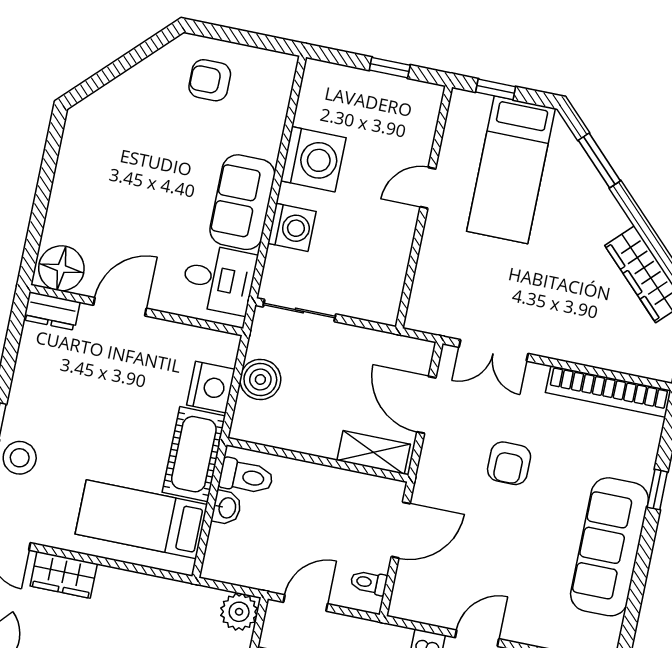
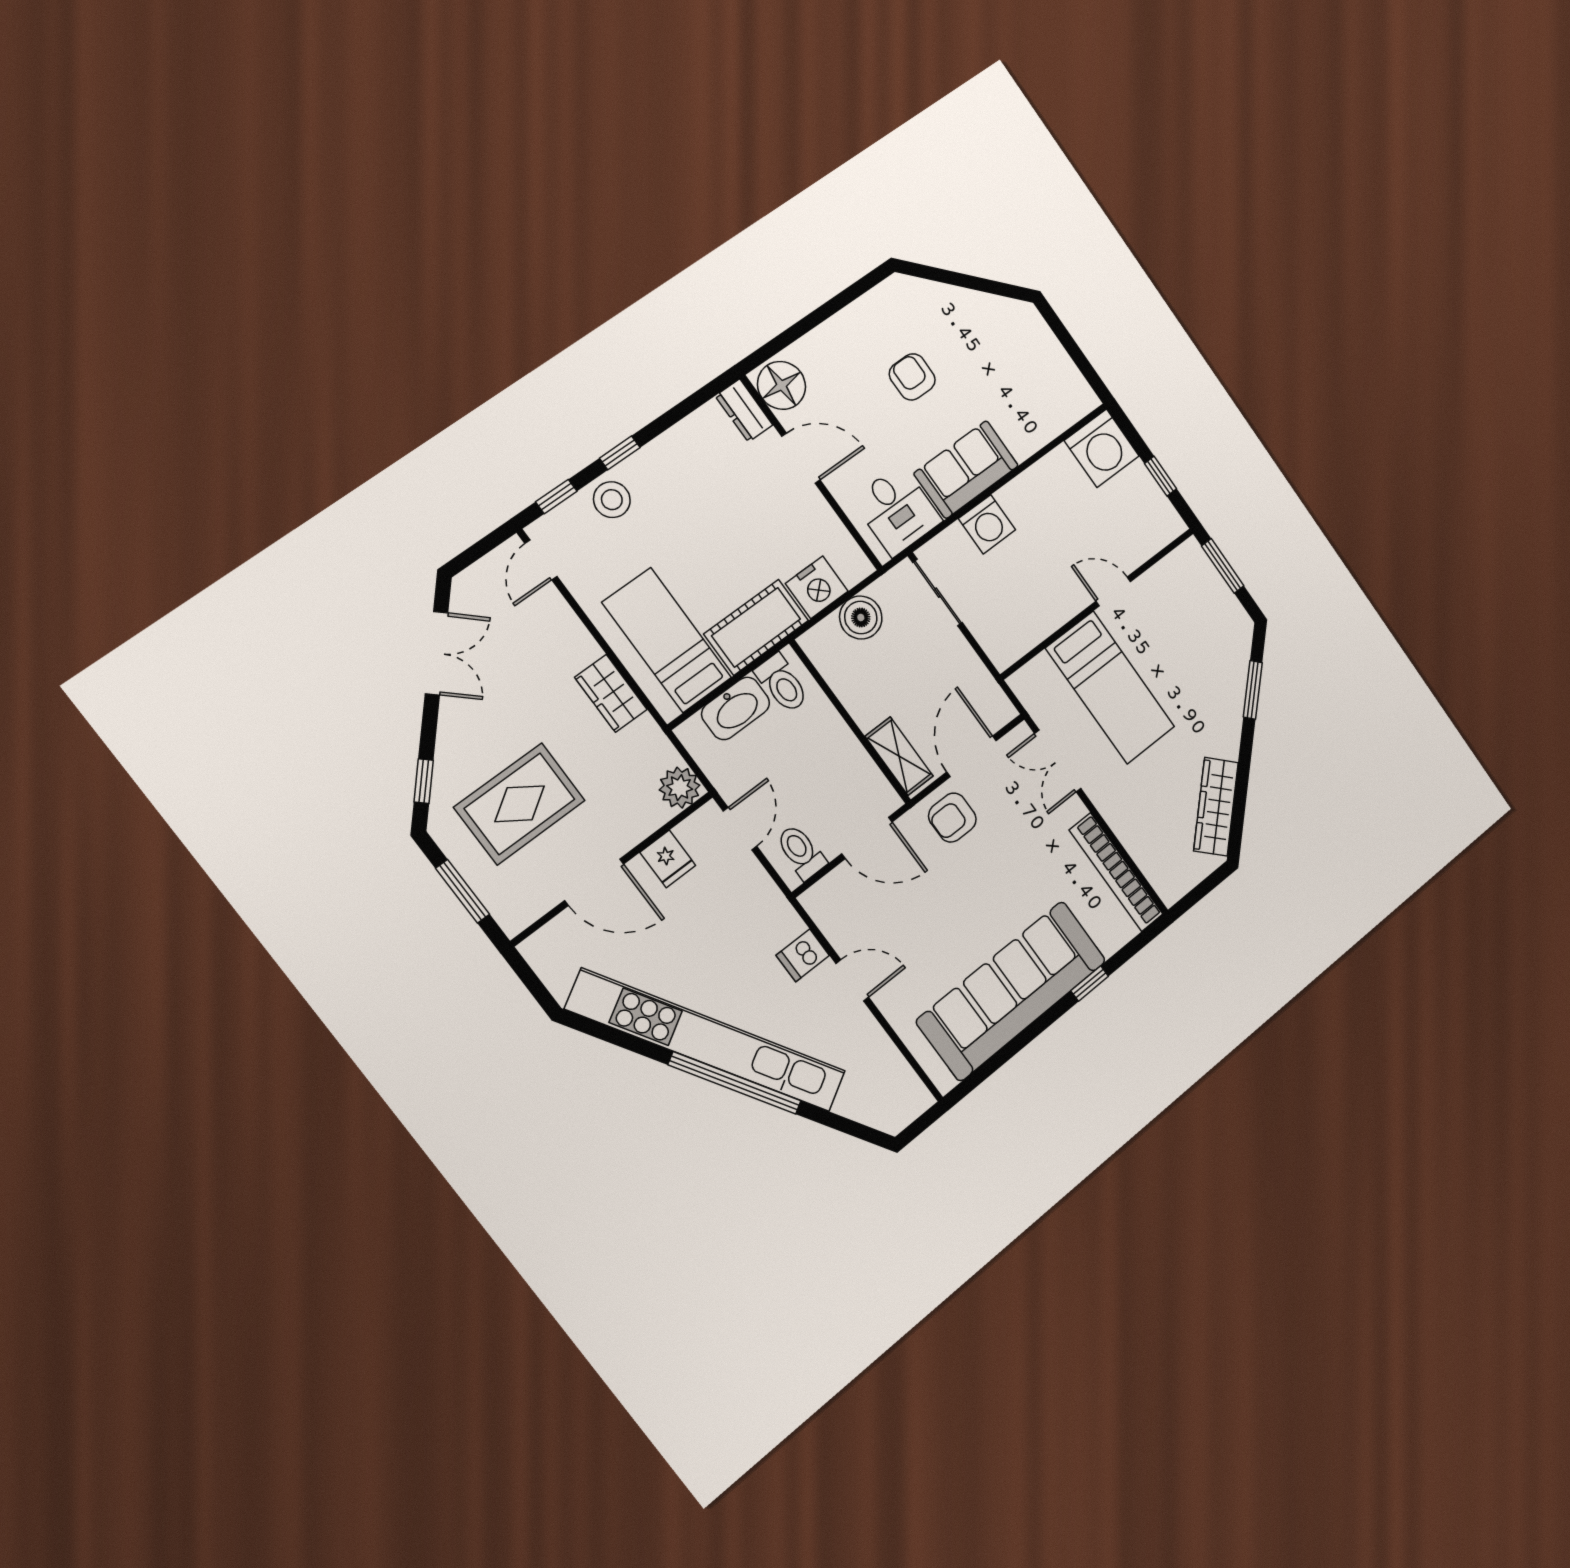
armchair: (210, 80) -> (912, 377), moved
window: (496, 89) -> (1223, 566), width x1.50
washing machine: (313, 159) -> (1102, 448), moved
bed: (511, 170) -> (1110, 688), moved, turned -90
armchair: (509, 463) -> (952, 818), moved
washbasin: (227, 508) -> (736, 708), width x1.91, depth x1.45
sofa: (609, 547) -> (1012, 991), width x1.36, depth x1.27
wardrobe: (64, 575) -> (611, 693), moved
toilet: (369, 583) -> (801, 852), width x1.37, depth x1.39
door: (305, 603) -> (740, 829), hinge flipped

